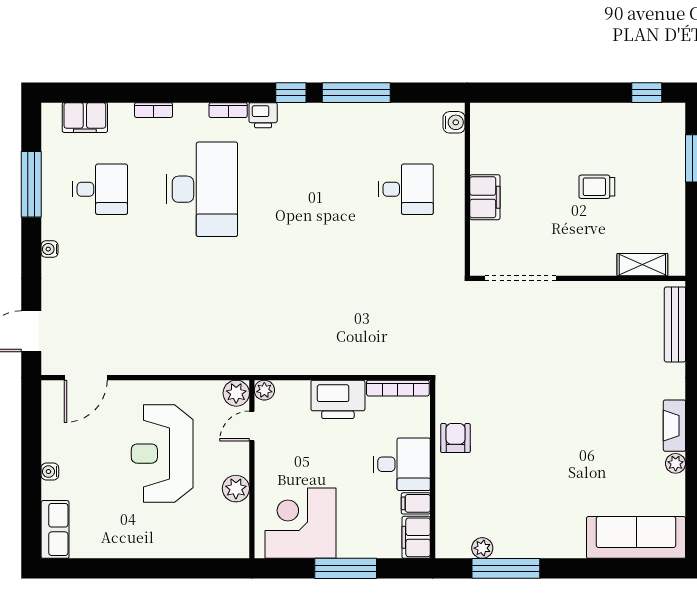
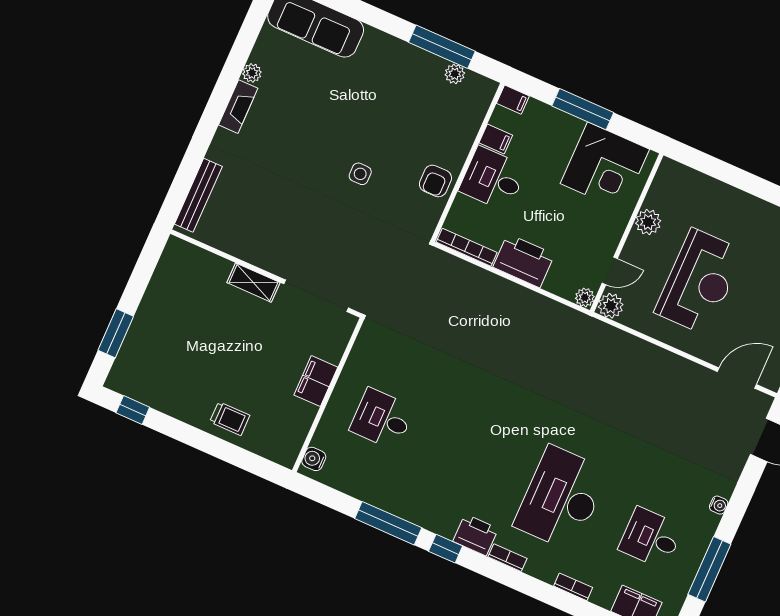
printer: (263, 115) -> (476, 535), width x1.36, depth x1.24
trolley: (597, 187) -> (230, 419), moved
shelving: (642, 265) -> (253, 283), moved
side table: (530, 413) -> (360, 174), added
filing cabinet: (416, 537) -> (513, 100), width x0.50

